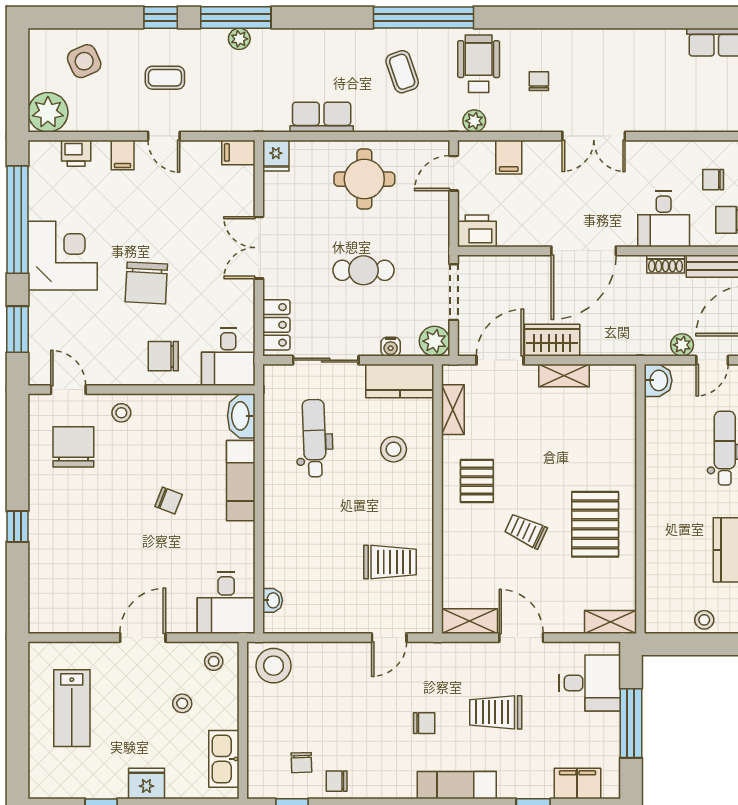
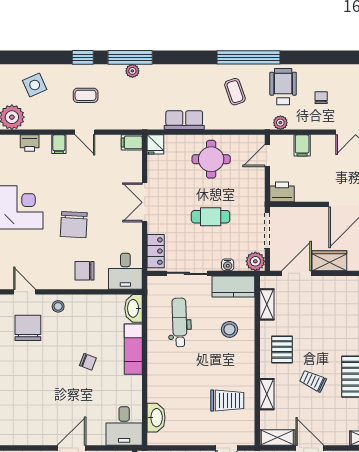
shelving: (564, 375) -> (267, 394), moved, turned 90
washbasin: (273, 600) -> (156, 418), width x1.91, depth x1.45

